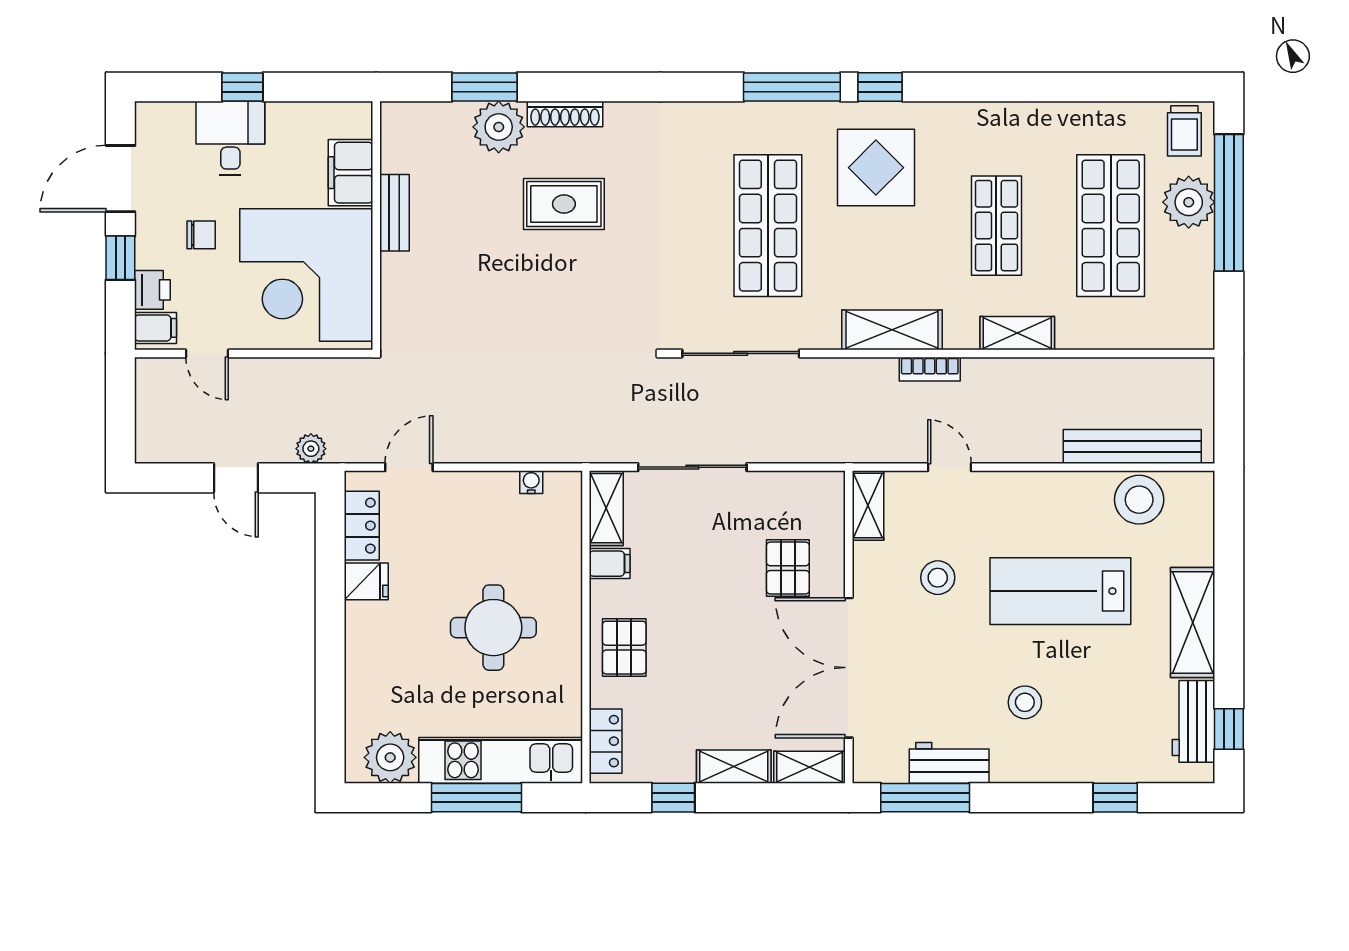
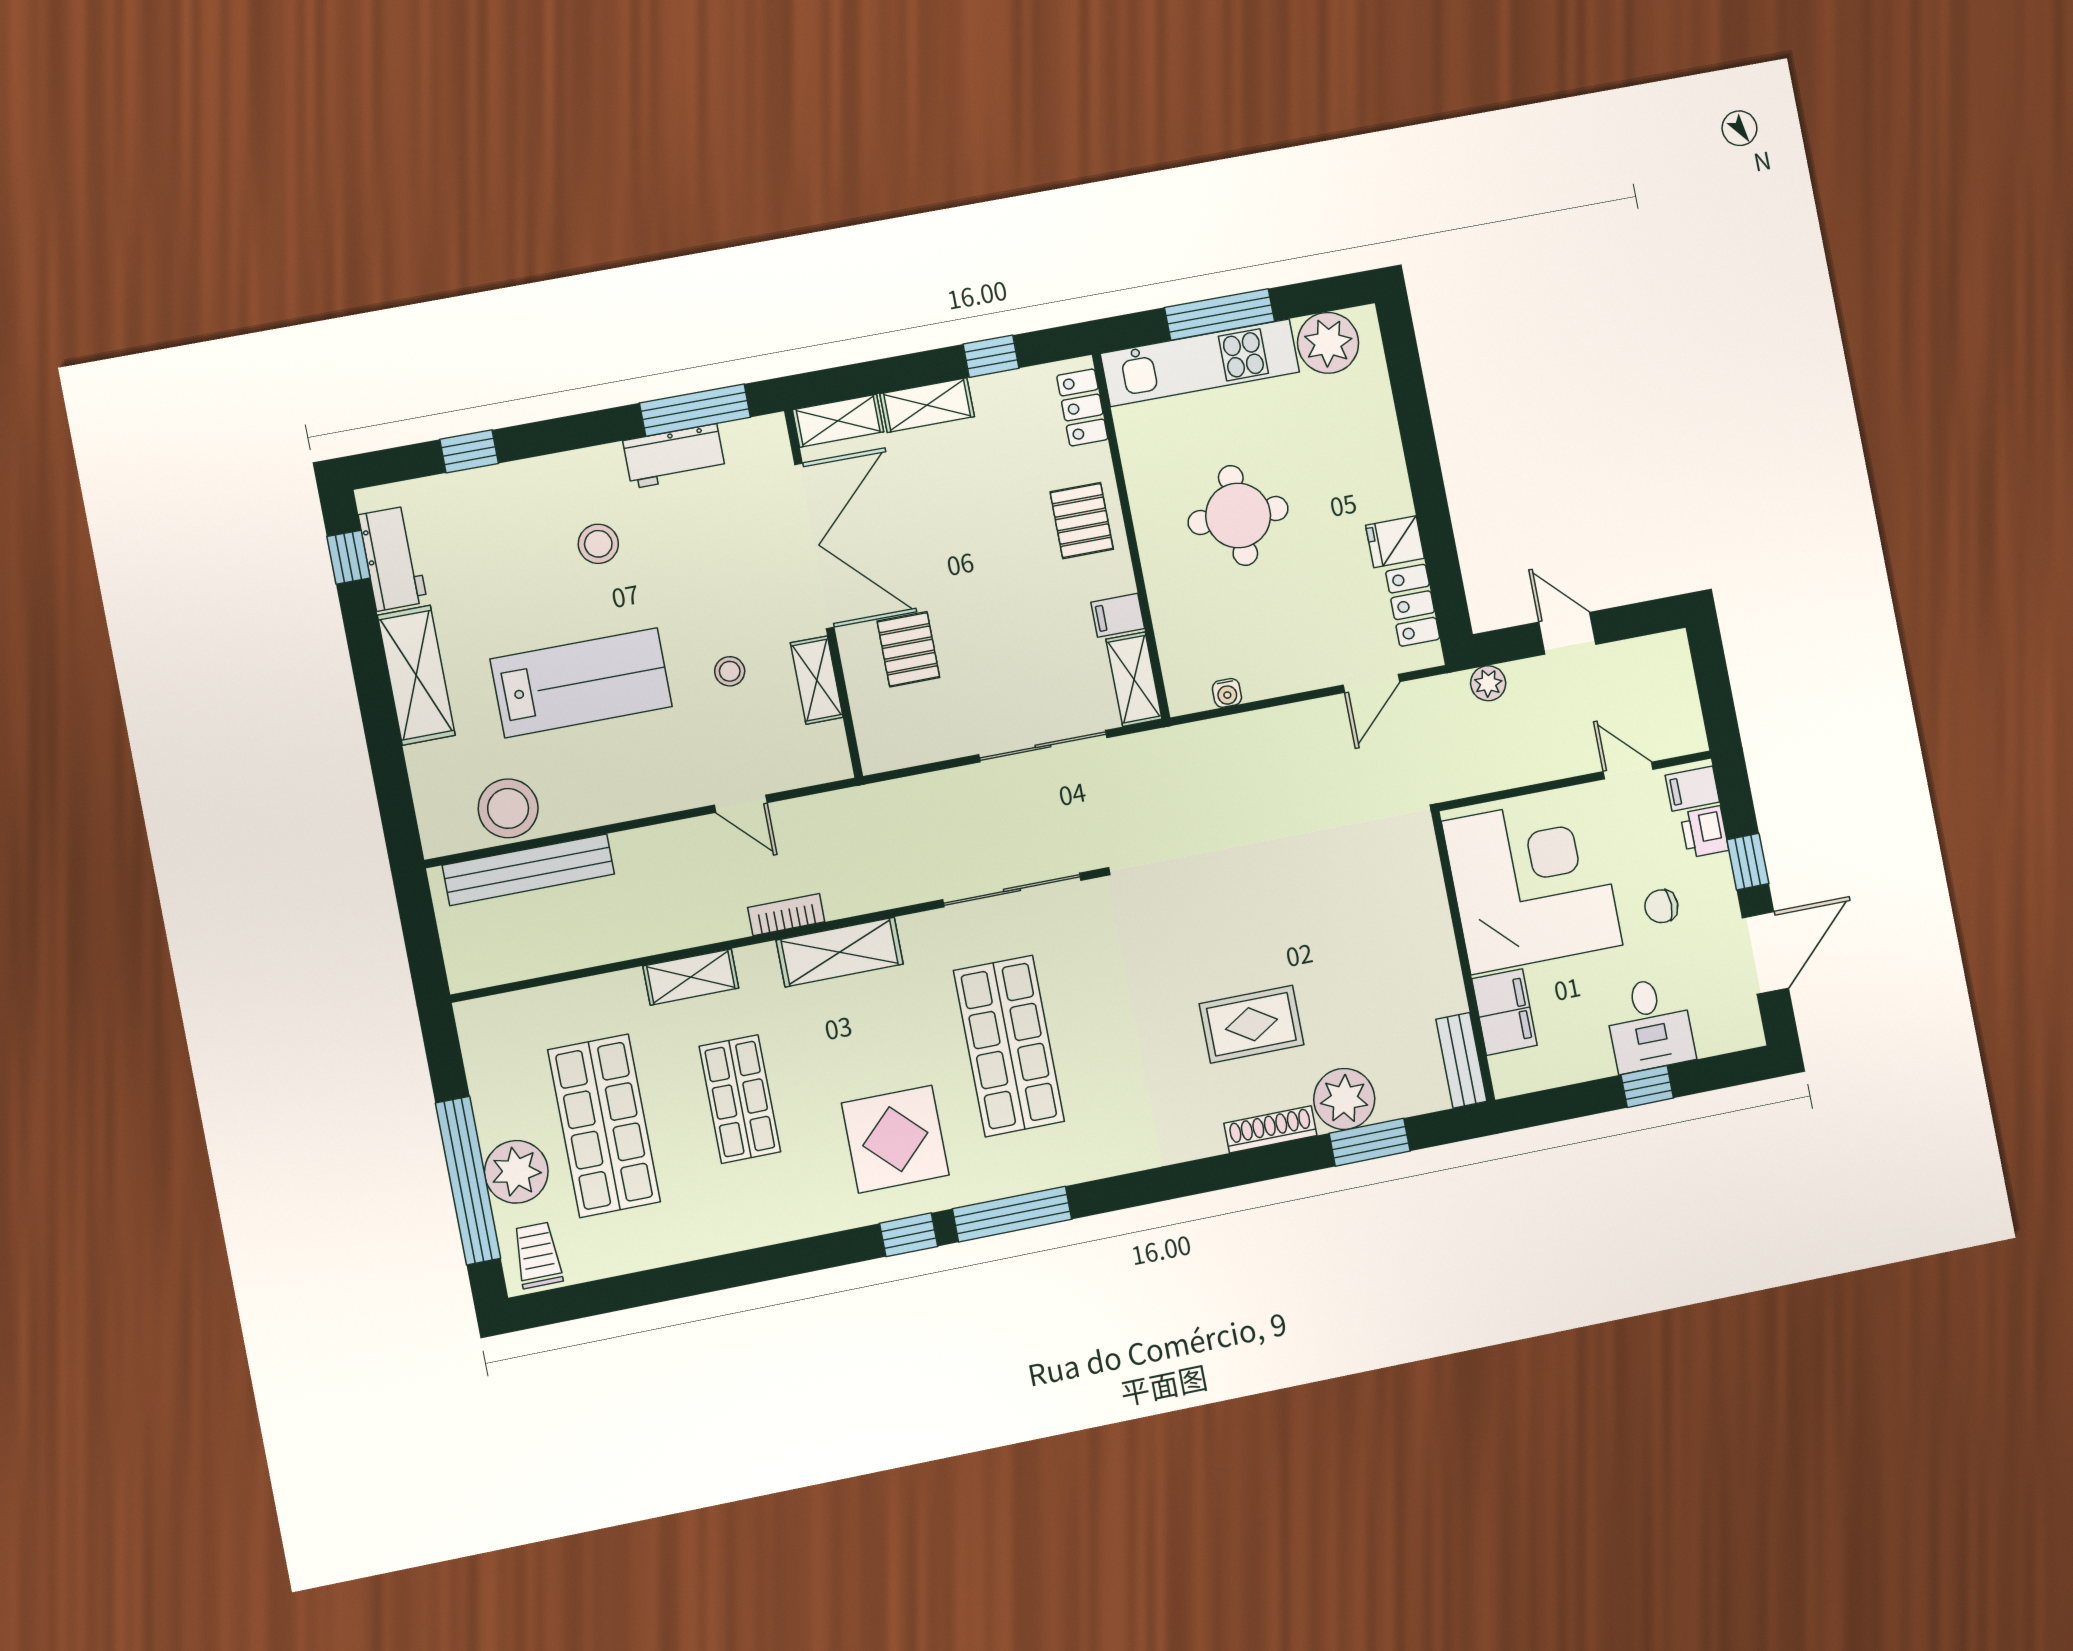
bench: (394, 213) -> (1461, 1060), moved
shelving: (868, 506) -> (817, 680), moved
stool: (938, 578) -> (730, 671), width x0.73, depth x0.73

